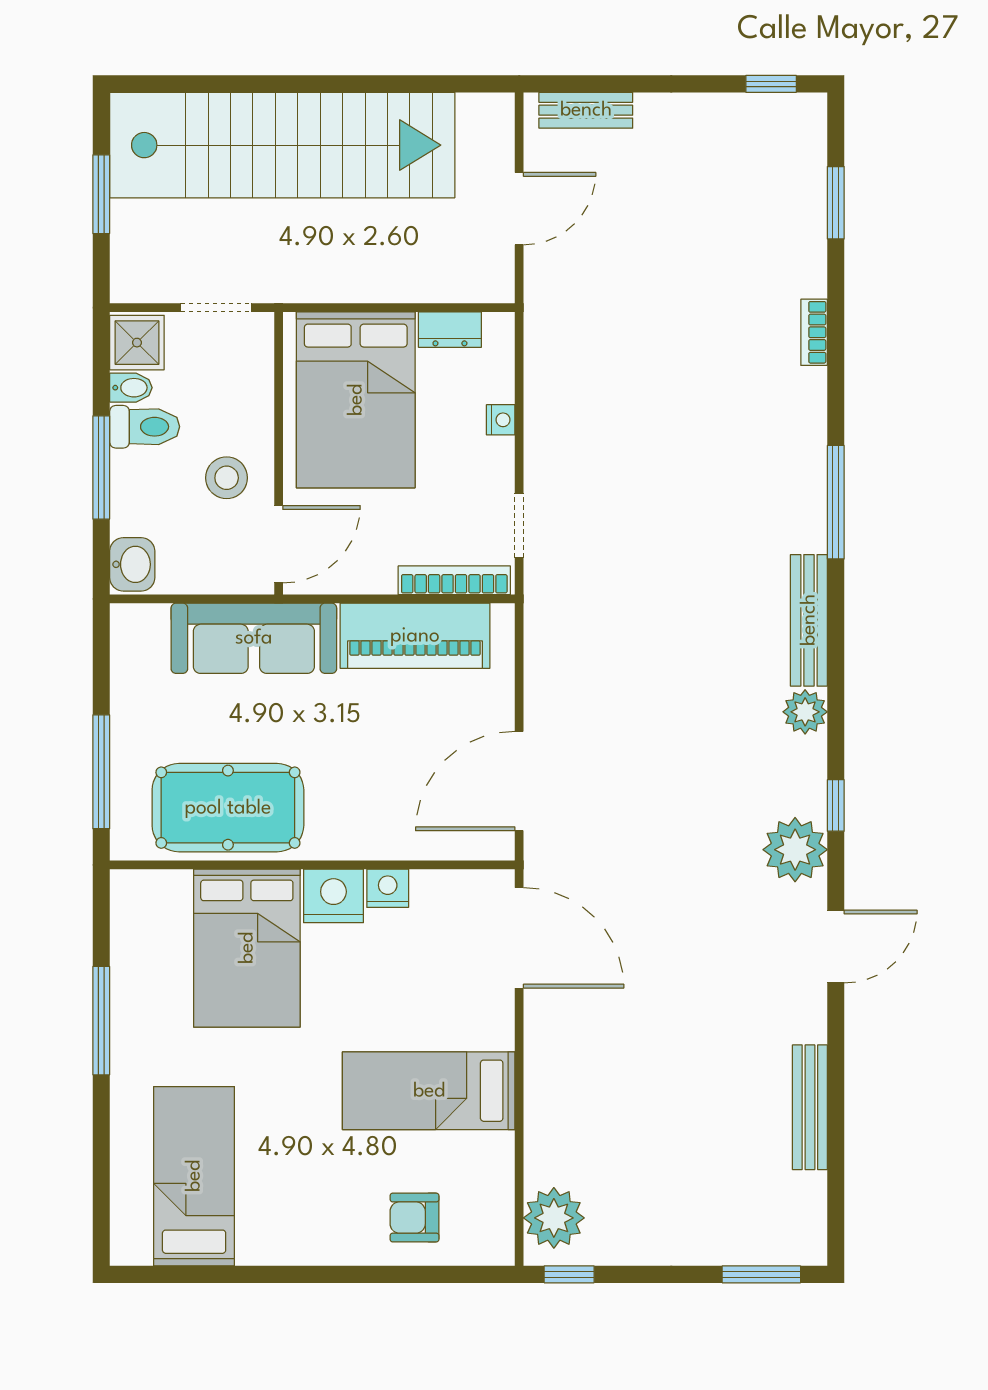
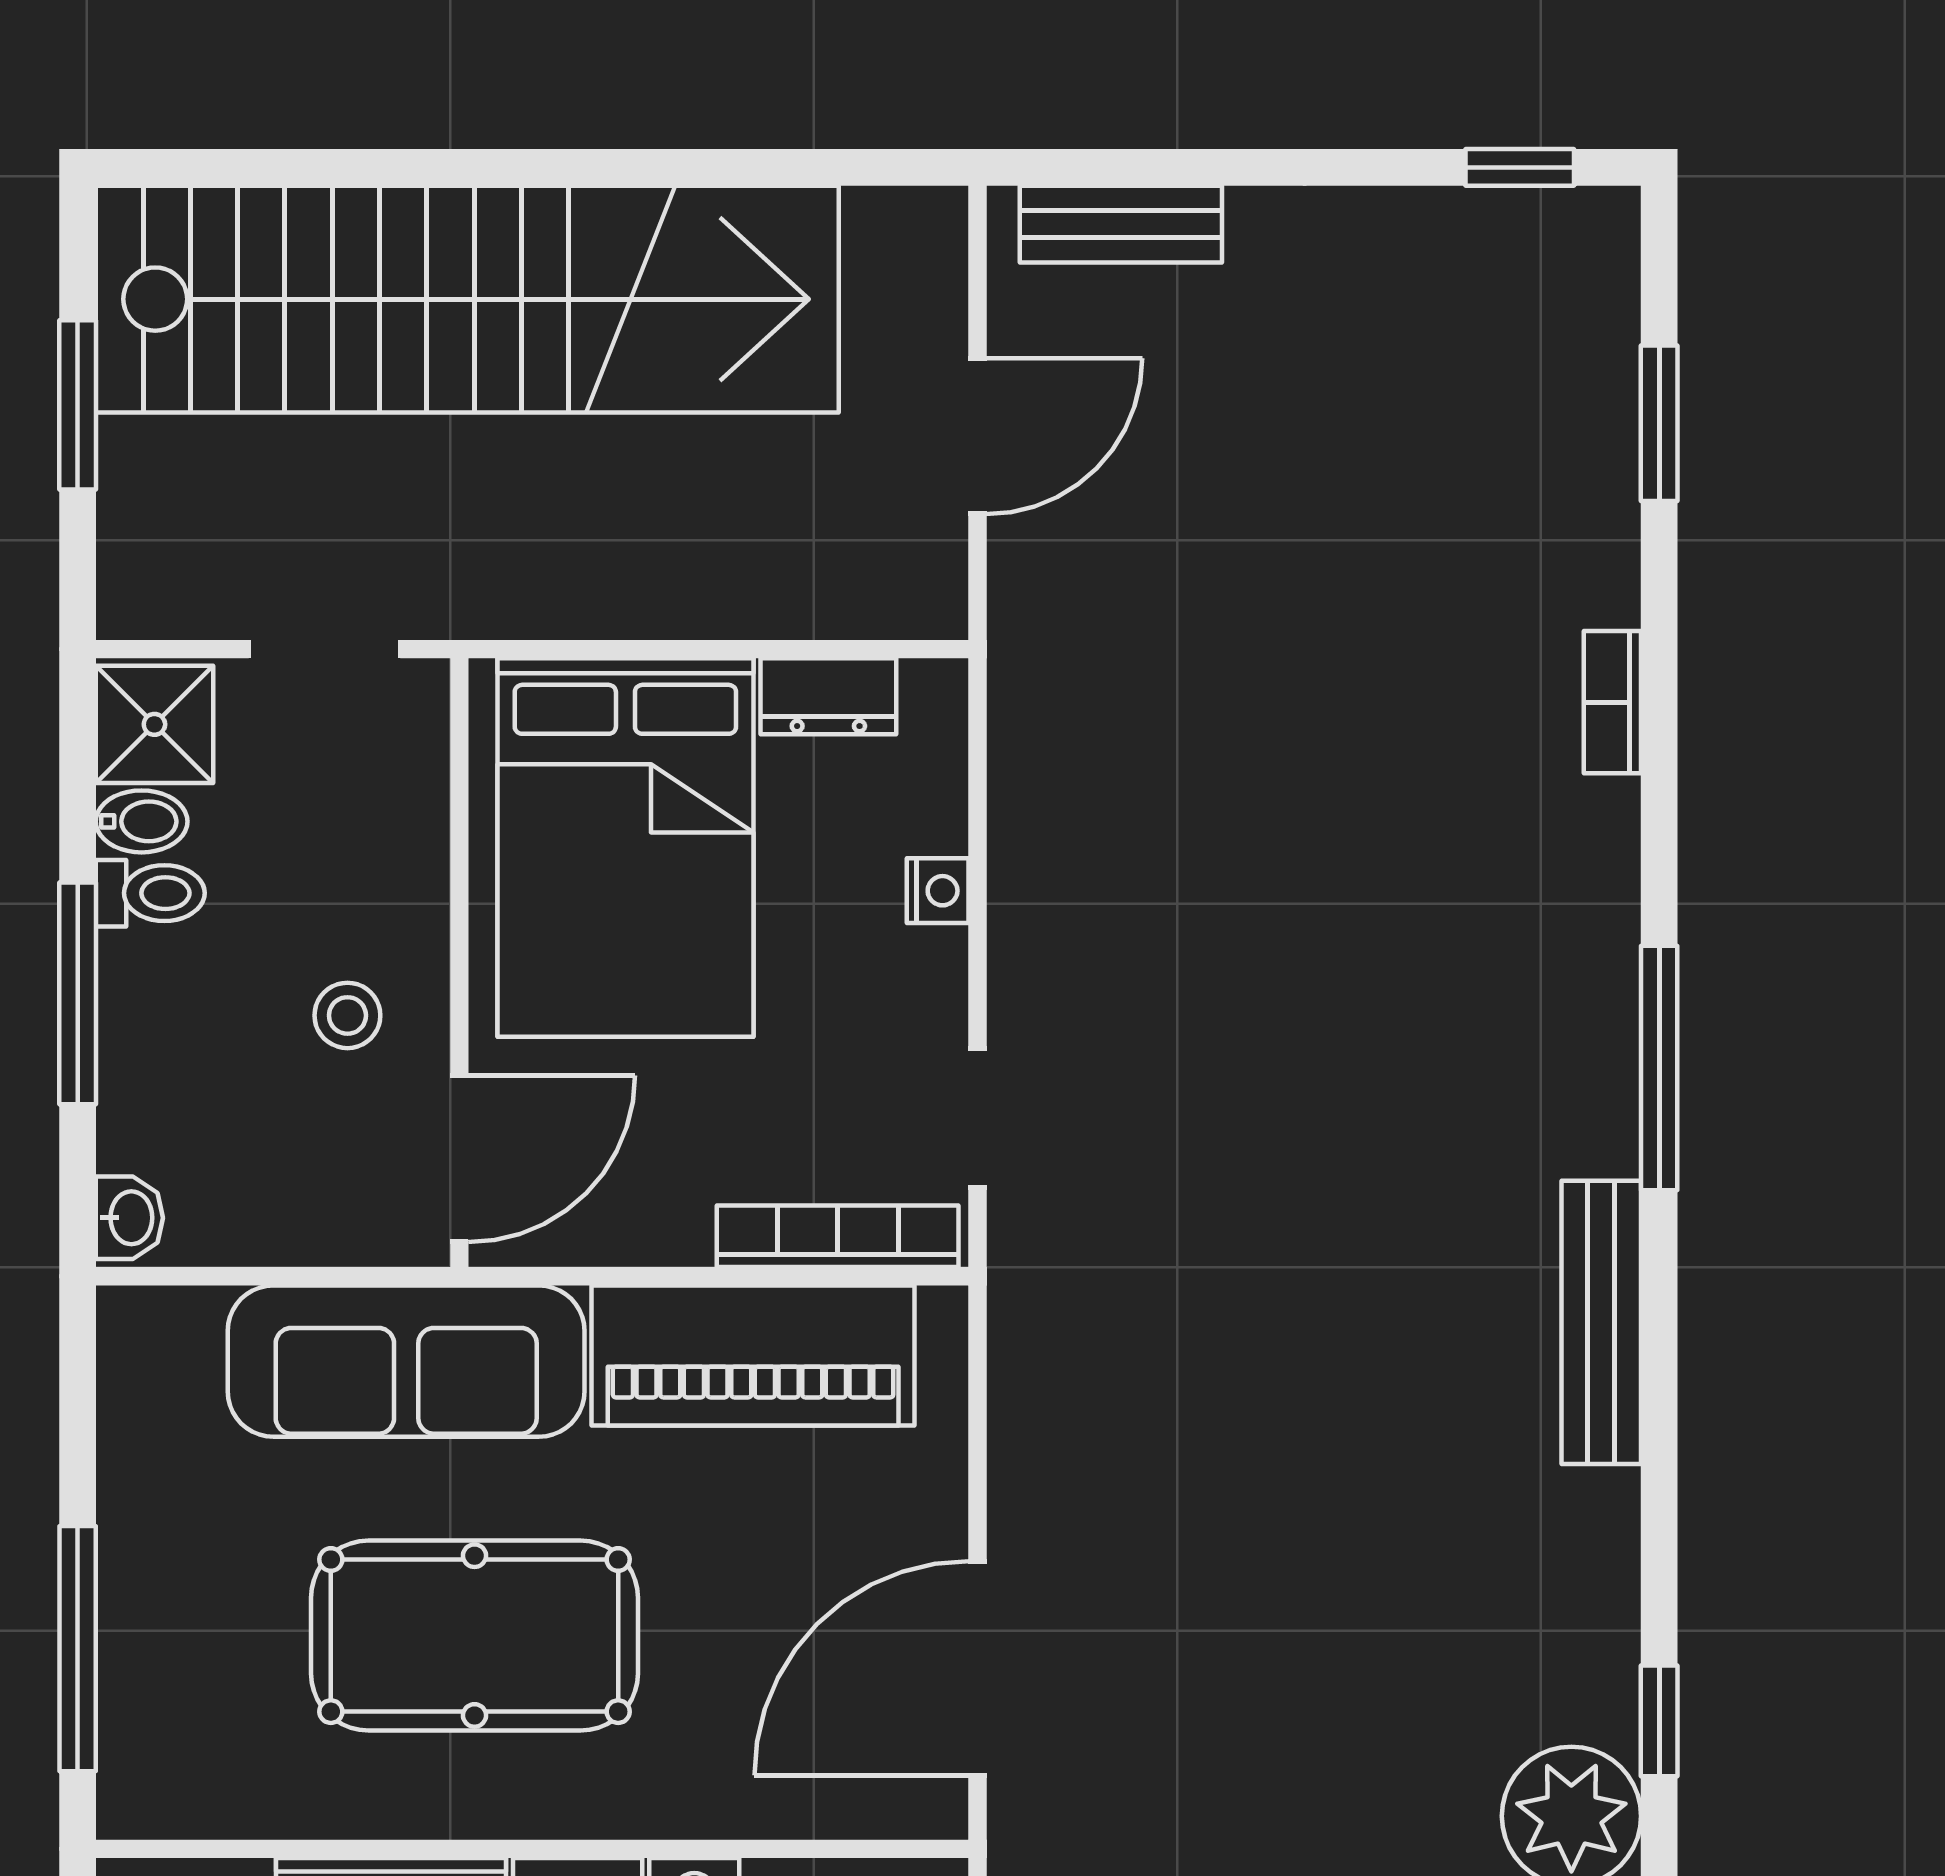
toilet: (145, 427) -> (150, 893), width x0.73, depth x0.72
stool: (227, 478) -> (347, 1015), width x0.73, depth x0.73
washbasin: (132, 564) -> (129, 1218), width x0.72, depth x0.69
plant: (805, 712) -> (1593, 1519), removed
pool table: (228, 808) -> (475, 1636), moved

